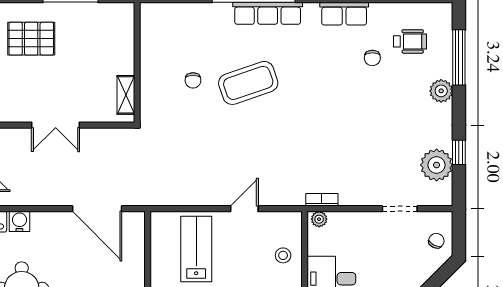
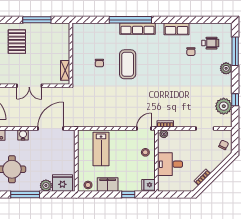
pallet: (31, 39) -> (17, 42), turned 90
coffee table: (248, 83) -> (128, 64), turned -71
door: (97, 209) -> (50, 128), swing flipped
door: (244, 209) -> (144, 128), moved
water cooler: (19, 221) -> (23, 135), moved
lab bench: (196, 249) -> (101, 149), turned 180

